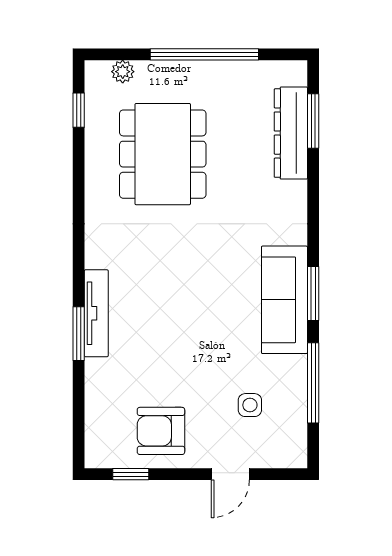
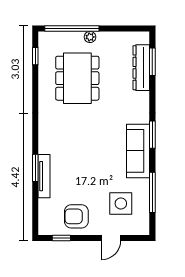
window: (204, 54) -> (72, 28), moved
plant: (123, 72) -> (90, 37), moved
window: (313, 294) -> (152, 135), moved
tv unit: (96, 313) -> (44, 176), moved
side table: (250, 405) -> (121, 203), width x1.87, depth x1.87

